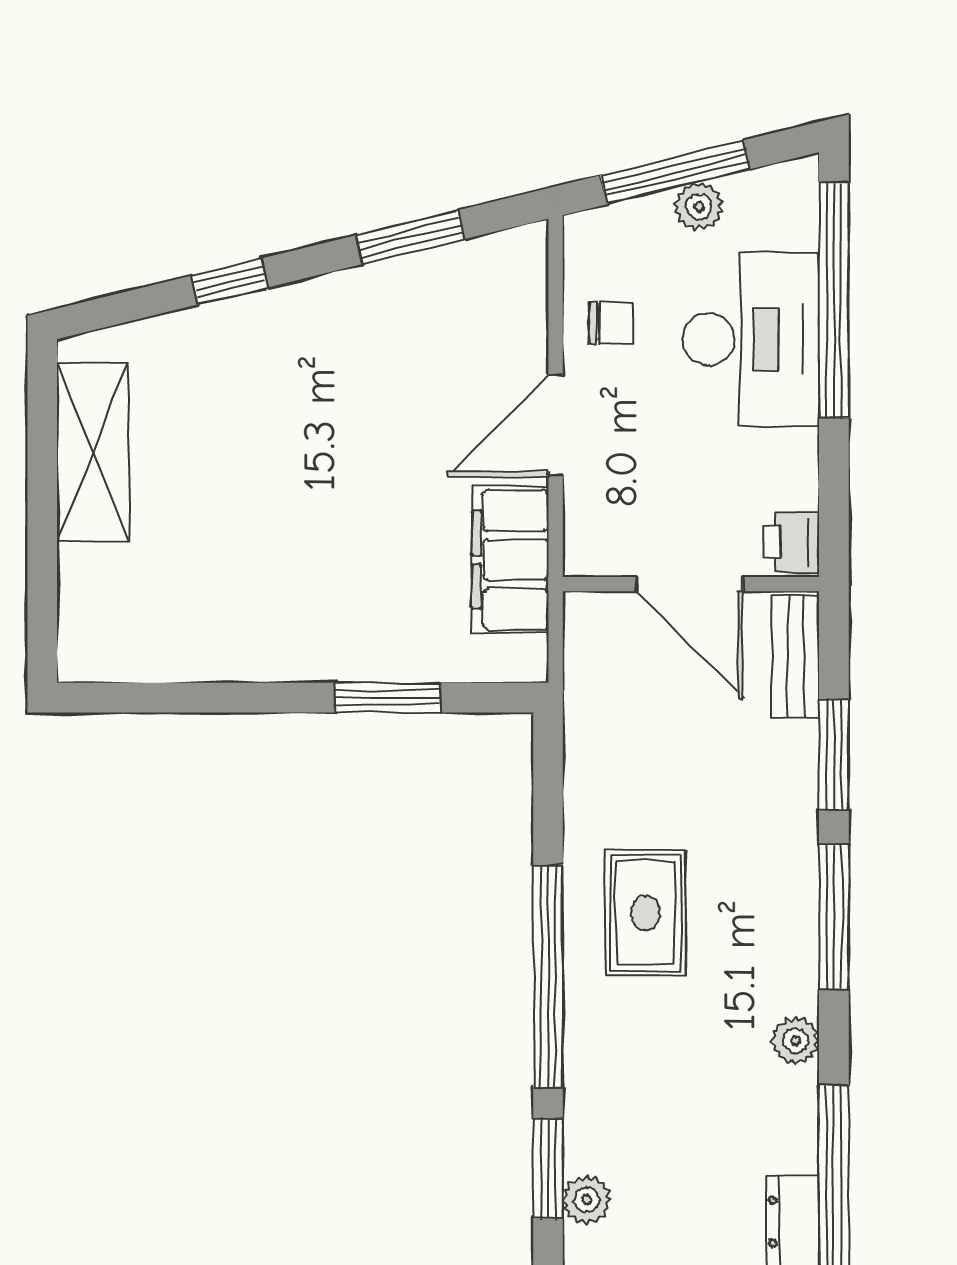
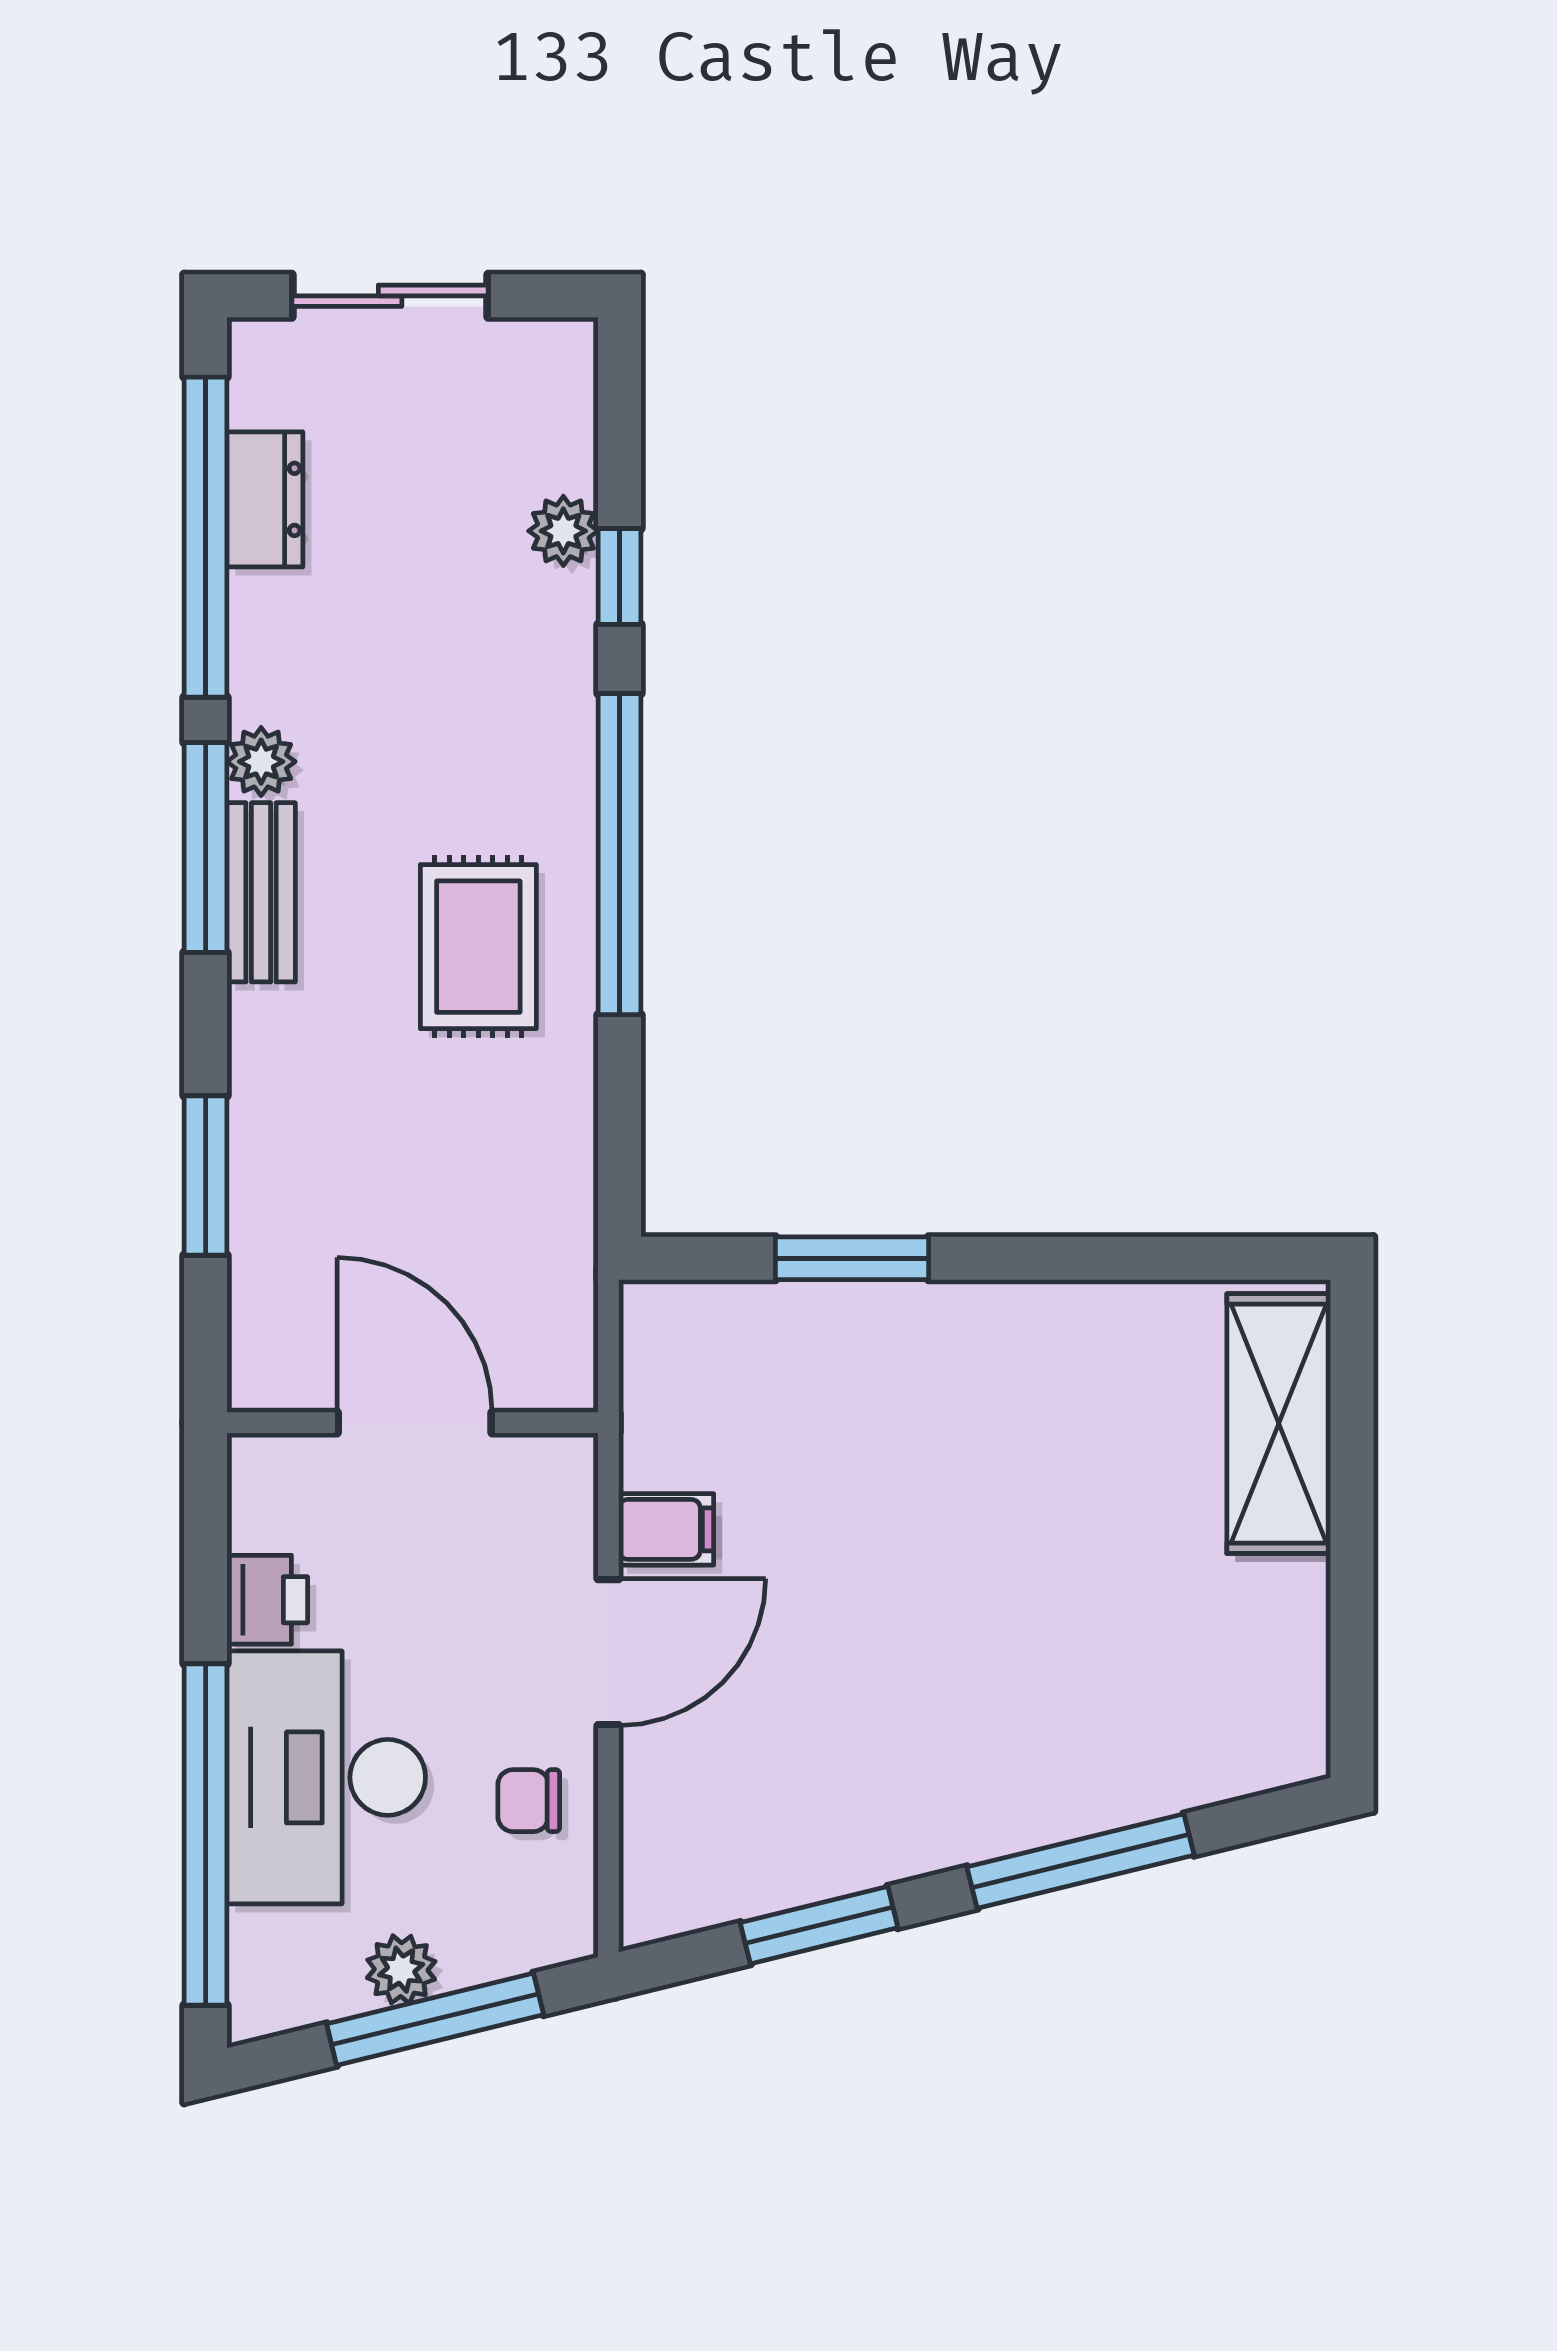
window: (230, 281) -> (1081, 1861), width x2.17
shelving: (93, 452) -> (1279, 1424), moved
printer: (791, 542) -> (267, 1600), moved
filing cabinet: (510, 560) -> (666, 1529), width x0.33, depth x0.86
bench: (795, 656) -> (261, 892), moved
window: (834, 917) -> (206, 847), moved
window: (548, 1168) -> (619, 577), width x0.67

